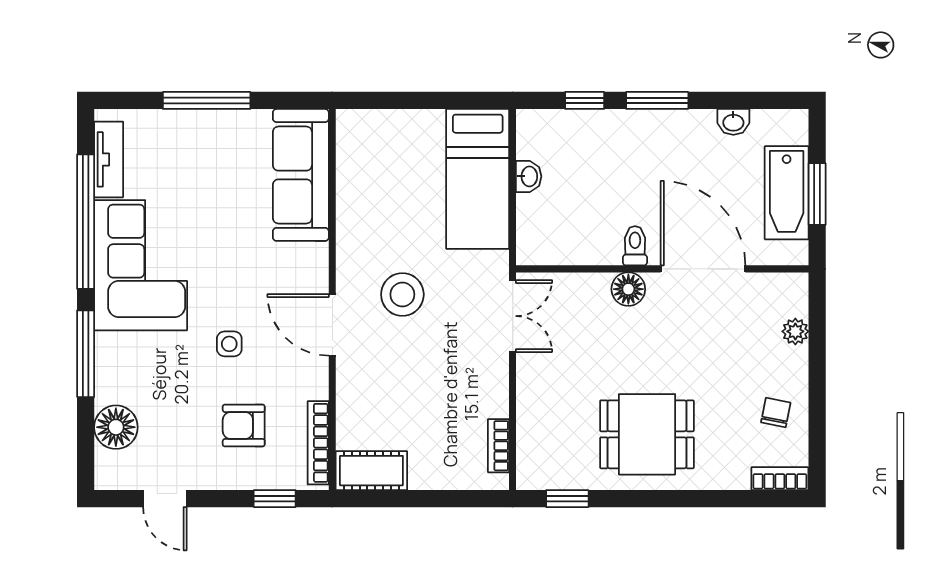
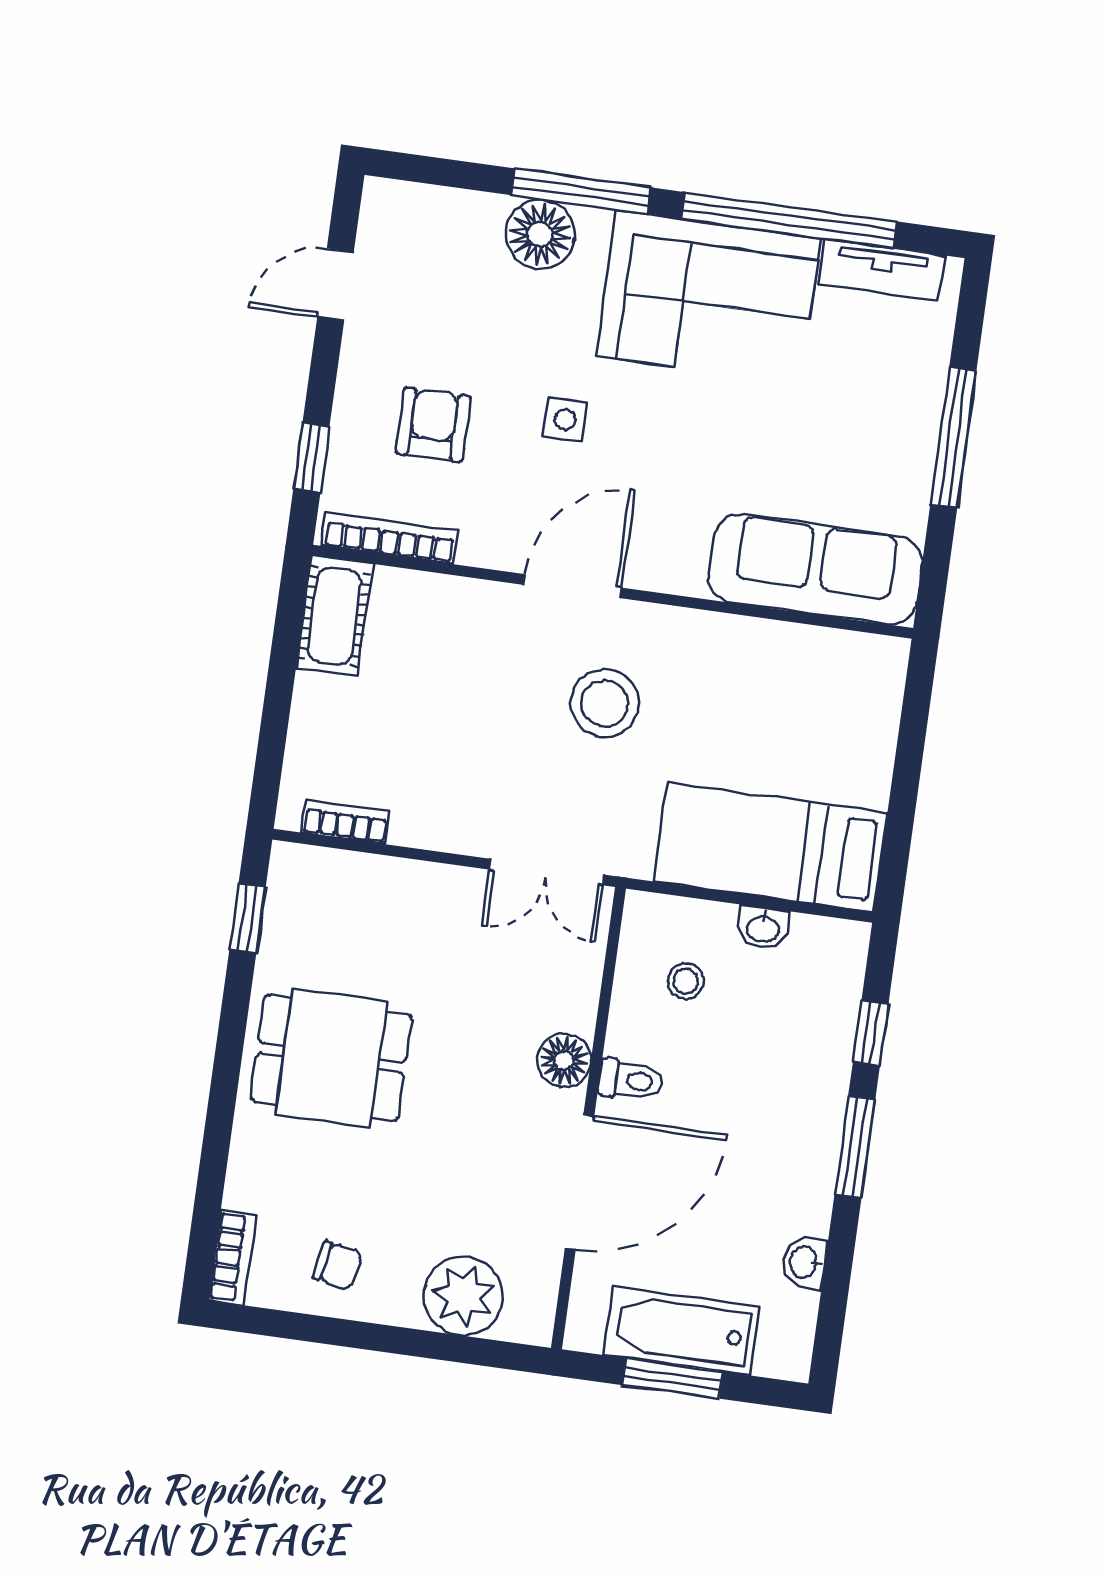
stool: (568, 220) -> (686, 981), added
plant: (795, 331) -> (463, 1296), width x1.88, depth x1.88
floor lamp: (116, 427) -> (540, 234), moved
dining table: (647, 434) -> (331, 1058), turned 90

